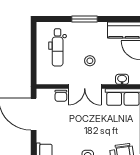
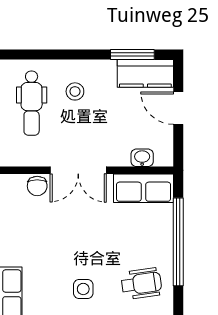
window: (85, 19) -> (132, 54), moved
stool: (90, 61) -> (75, 91), moved

